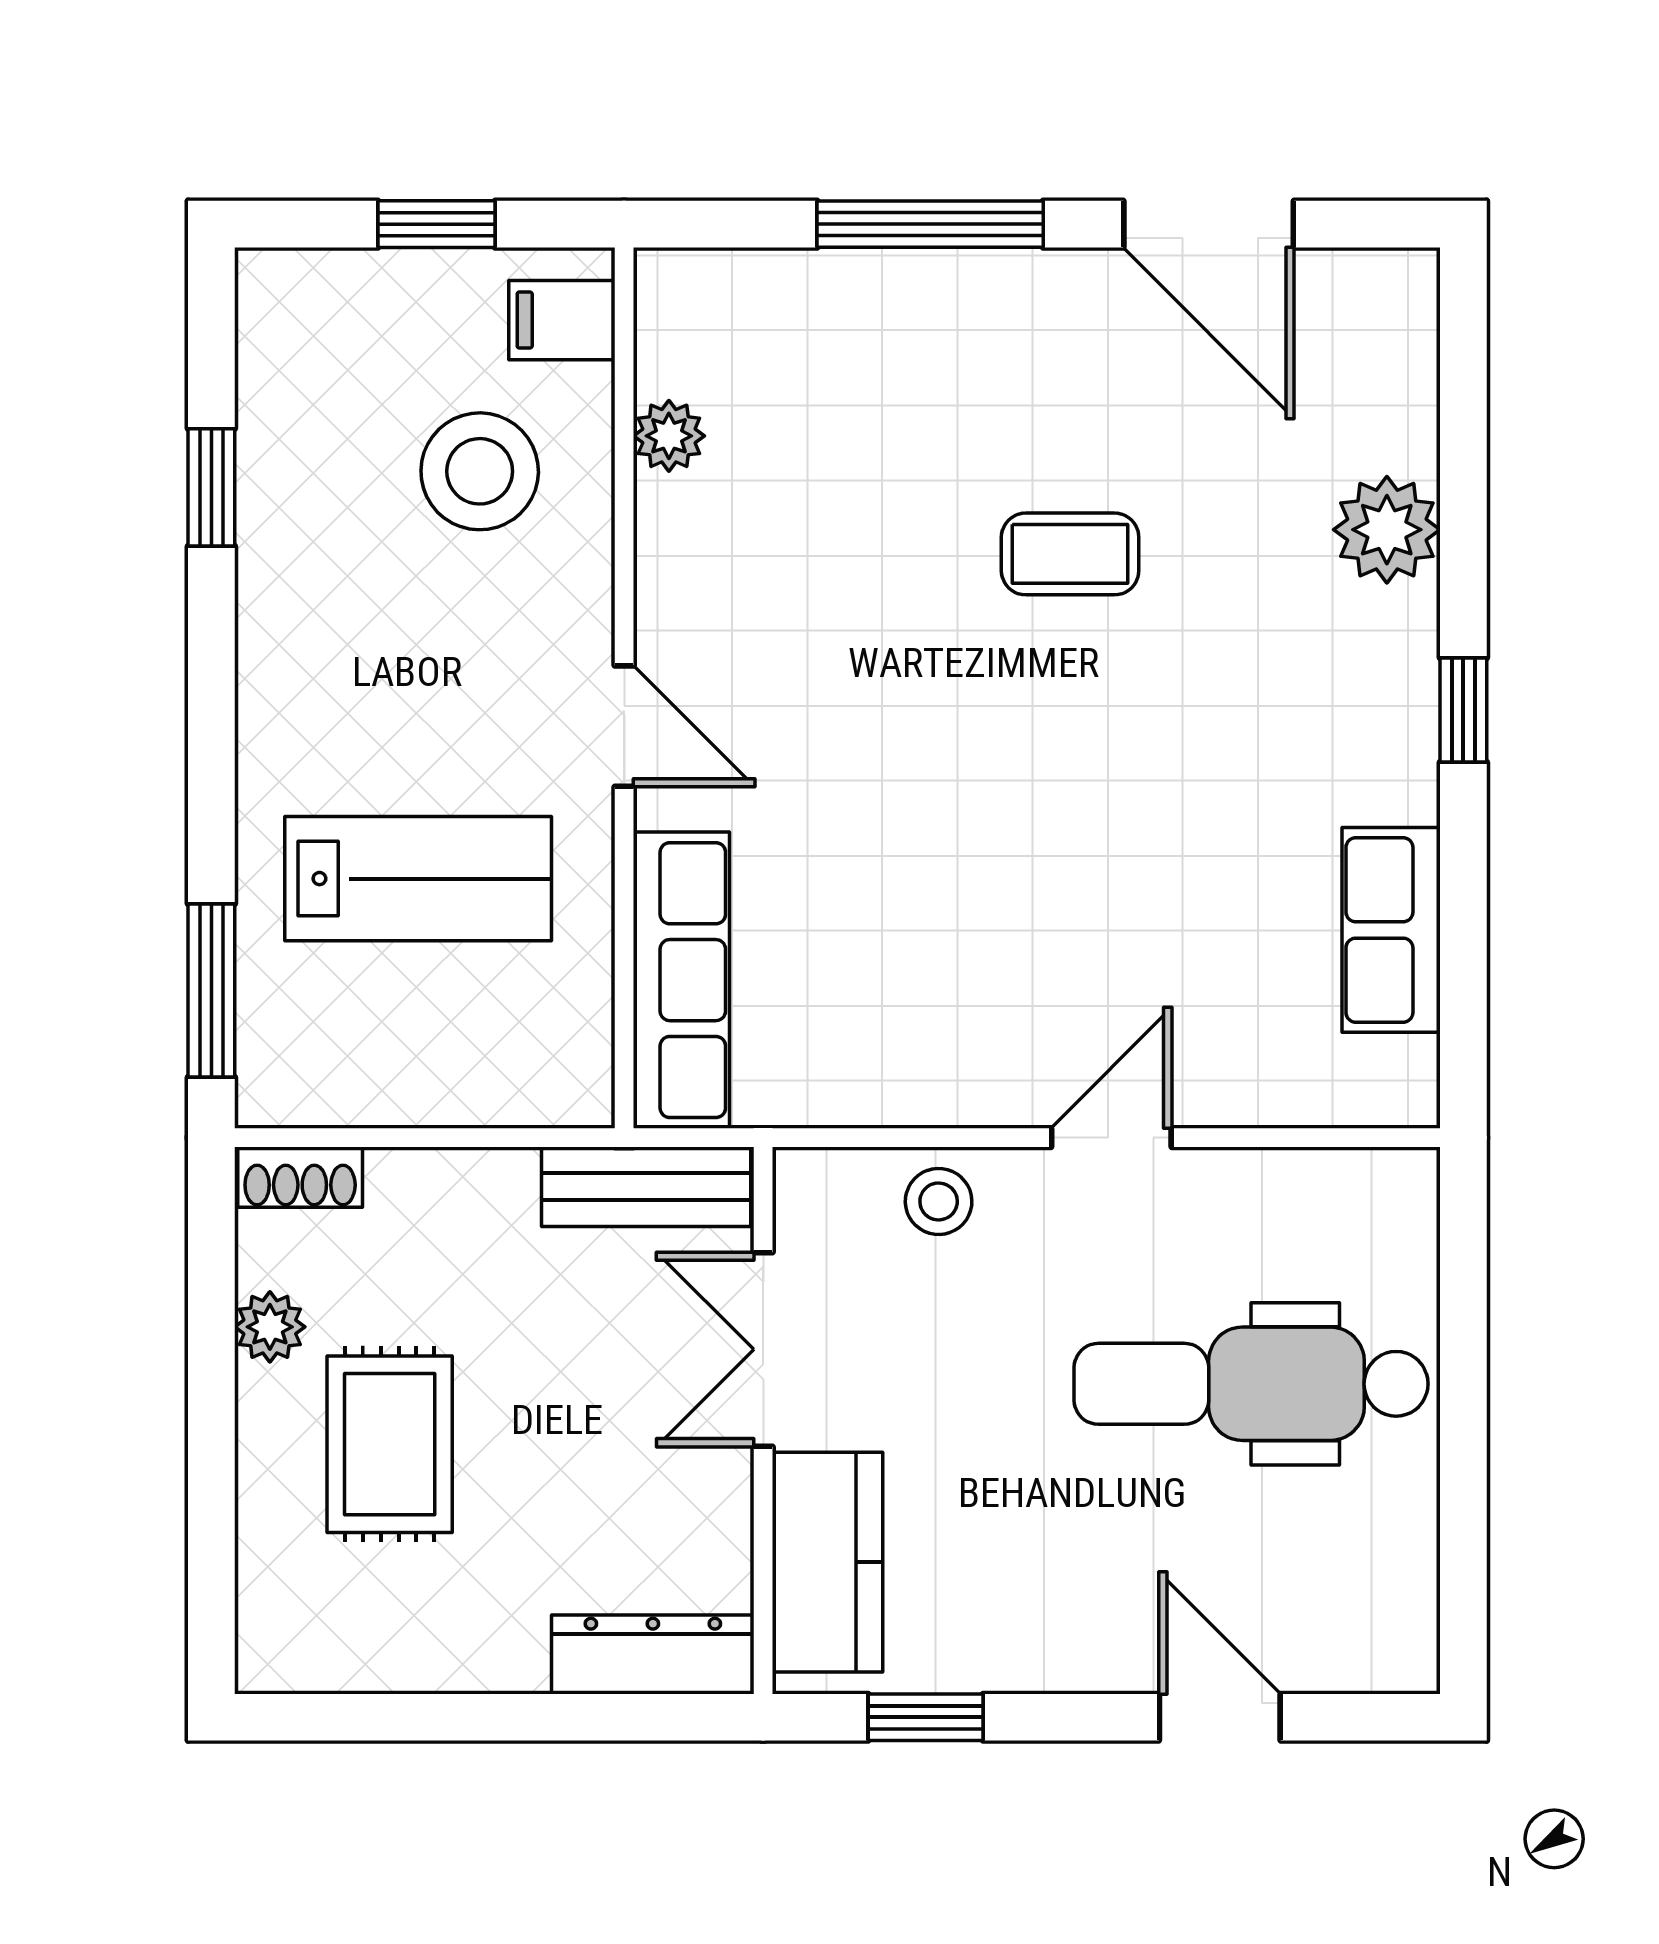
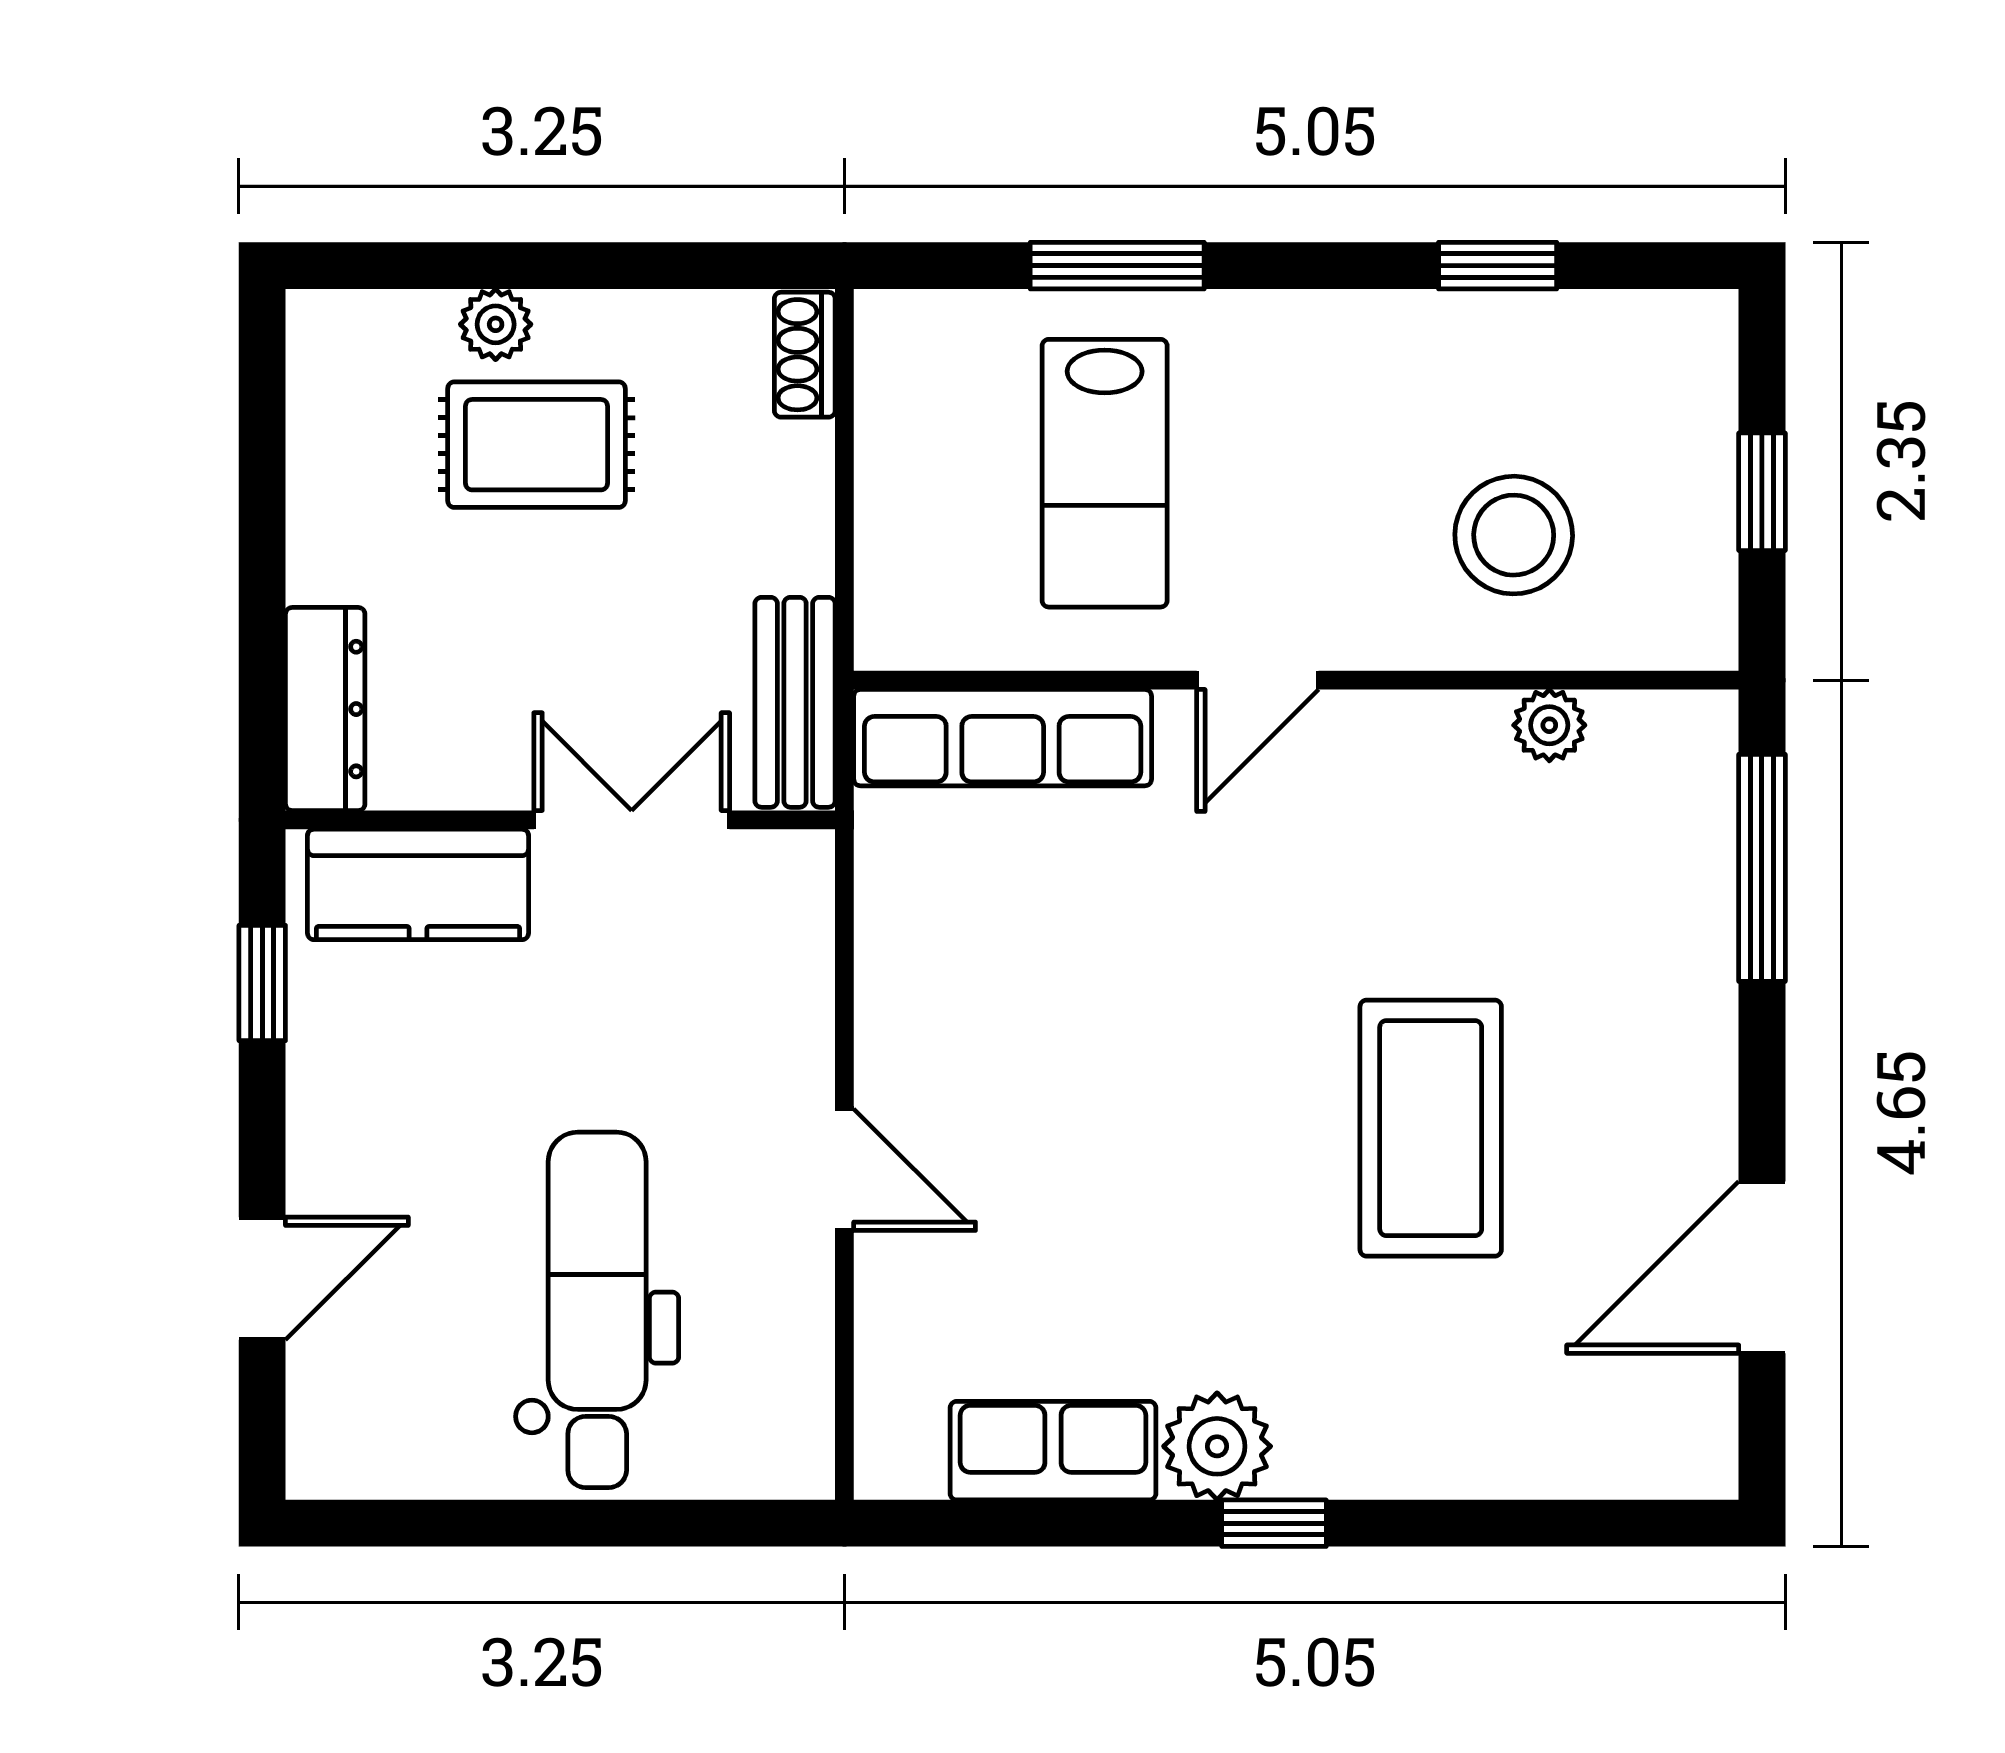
window: (930, 224) -> (1762, 868), moved
filing cabinet: (562, 320) -> (1666, 618), removed
plant: (1387, 530) -> (1217, 1446), moved
coffee table: (1070, 554) -> (1431, 1128), width x1.86, depth x1.72
window: (211, 991) -> (1117, 266), moved
stool: (939, 1201) -> (780, 996), removed
plant: (270, 1327) -> (496, 324), moved

